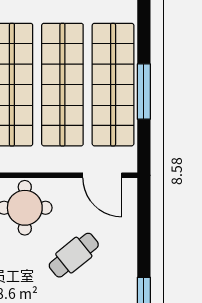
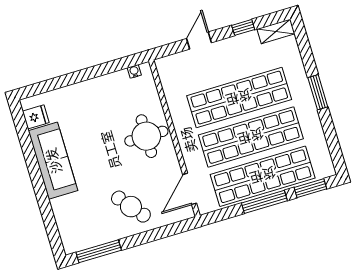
window: (144, 32) -> (310, 188), added
cafe table: (74, 255) -> (131, 207), moved

